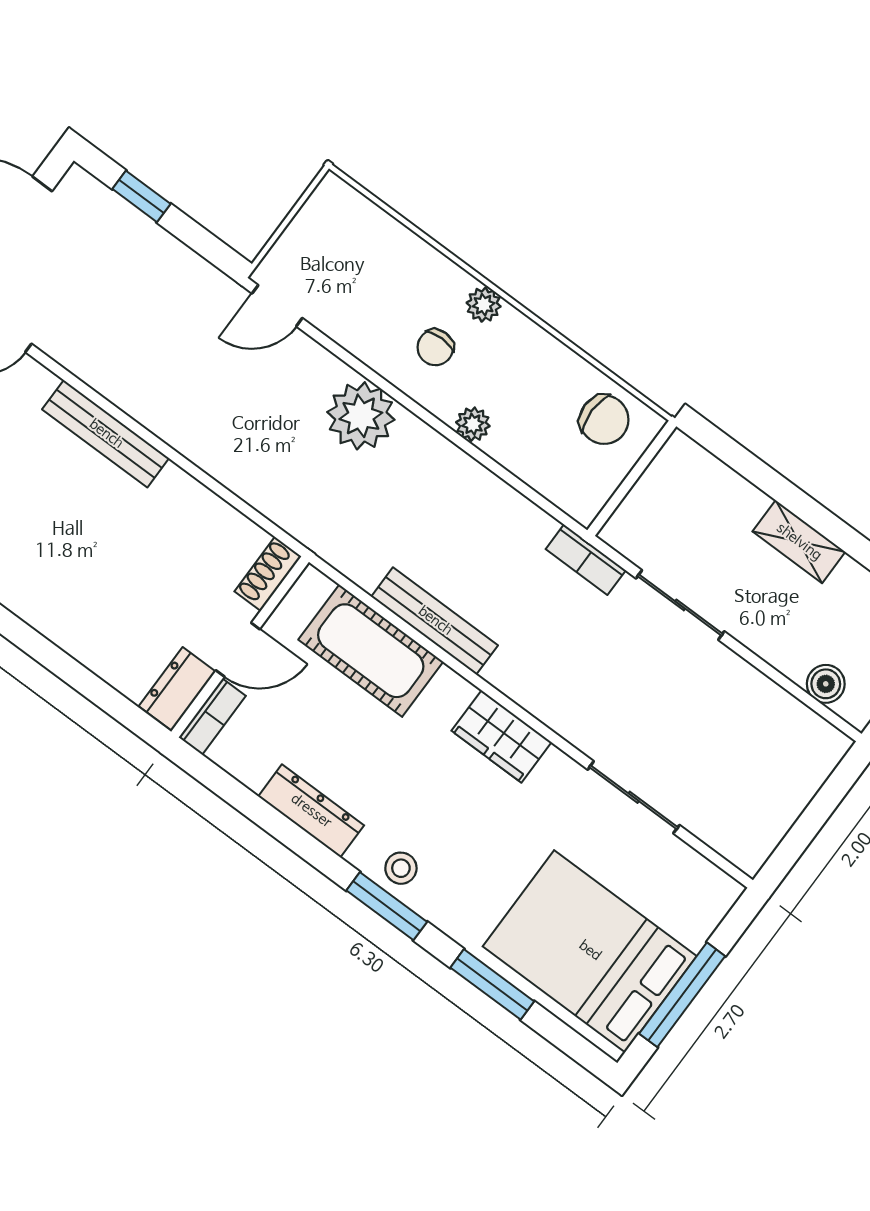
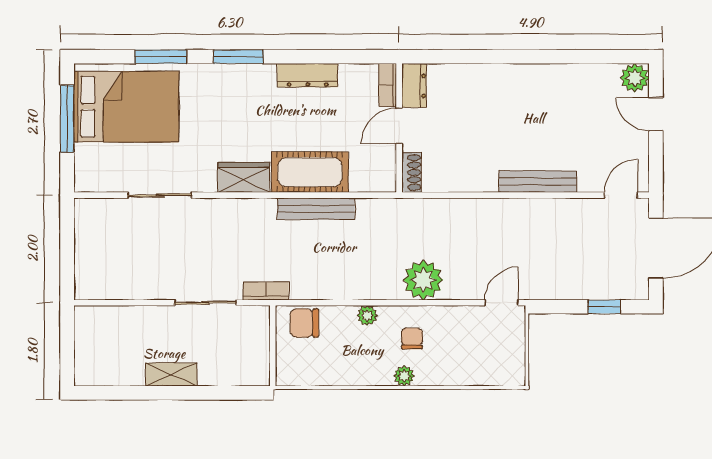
chair: (604, 420) -> (304, 323), moved
cot: (371, 651) -> (310, 172), moved
boiler: (826, 684) -> (108, 317), removed
stool: (401, 868) -> (245, 80), removed

